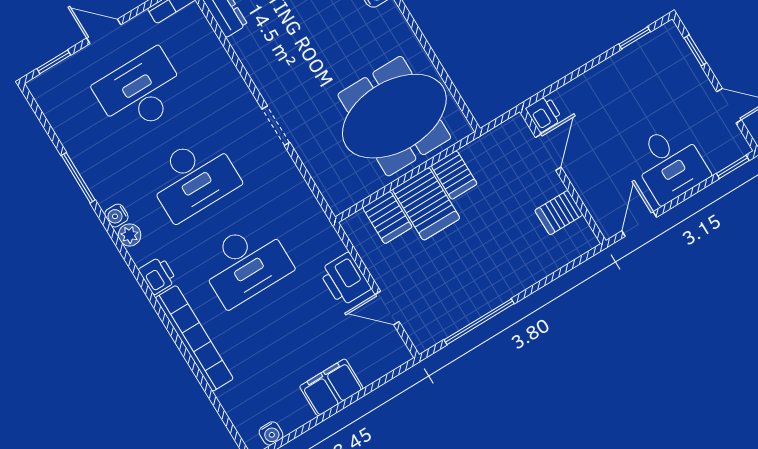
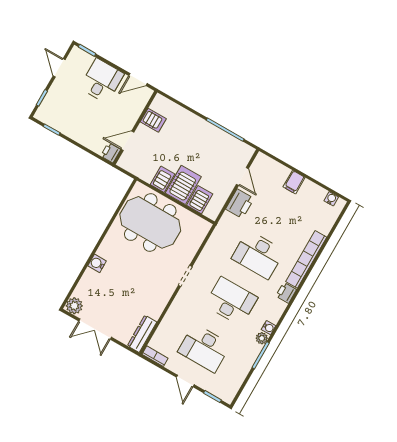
plant: (130, 235) -> (262, 338), moved
desk: (245, 264) -> (258, 255), turned 180
filing cabinet: (331, 387) -> (294, 182), width x0.50

